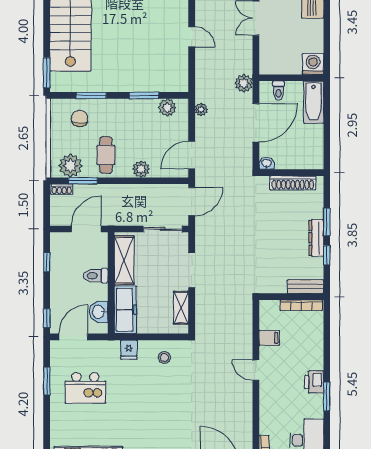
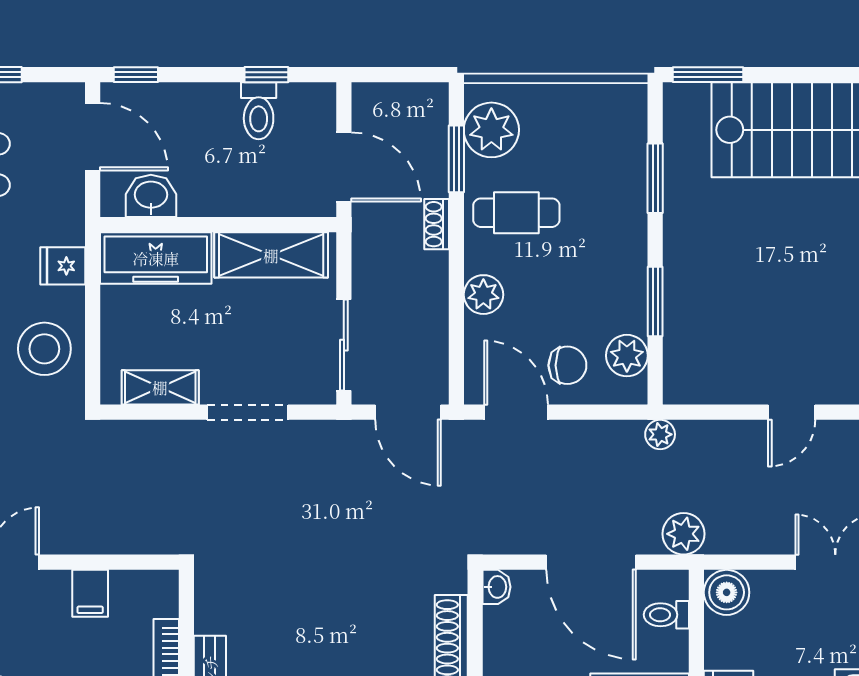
boiler: (269, 65) -> (727, 592), added
plant: (201, 109) -> (660, 434), moved
chair: (80, 118) -> (567, 365), moved
shoe rack: (62, 189) -> (437, 224), moved
toilet: (96, 276) -> (259, 111), moved, turned 180
stool: (164, 358) -> (44, 349), width x1.89, depth x1.89

